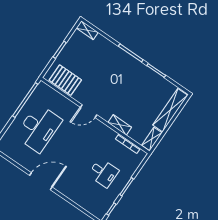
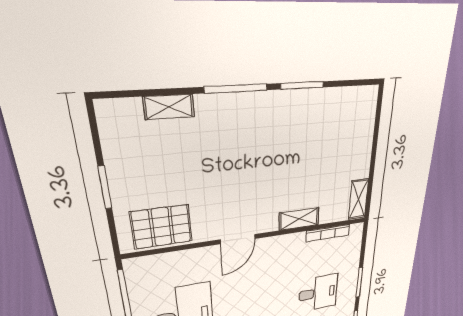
shelving: (87, 30) -> (169, 107), moved
shelving: (170, 110) -> (363, 135), removed

